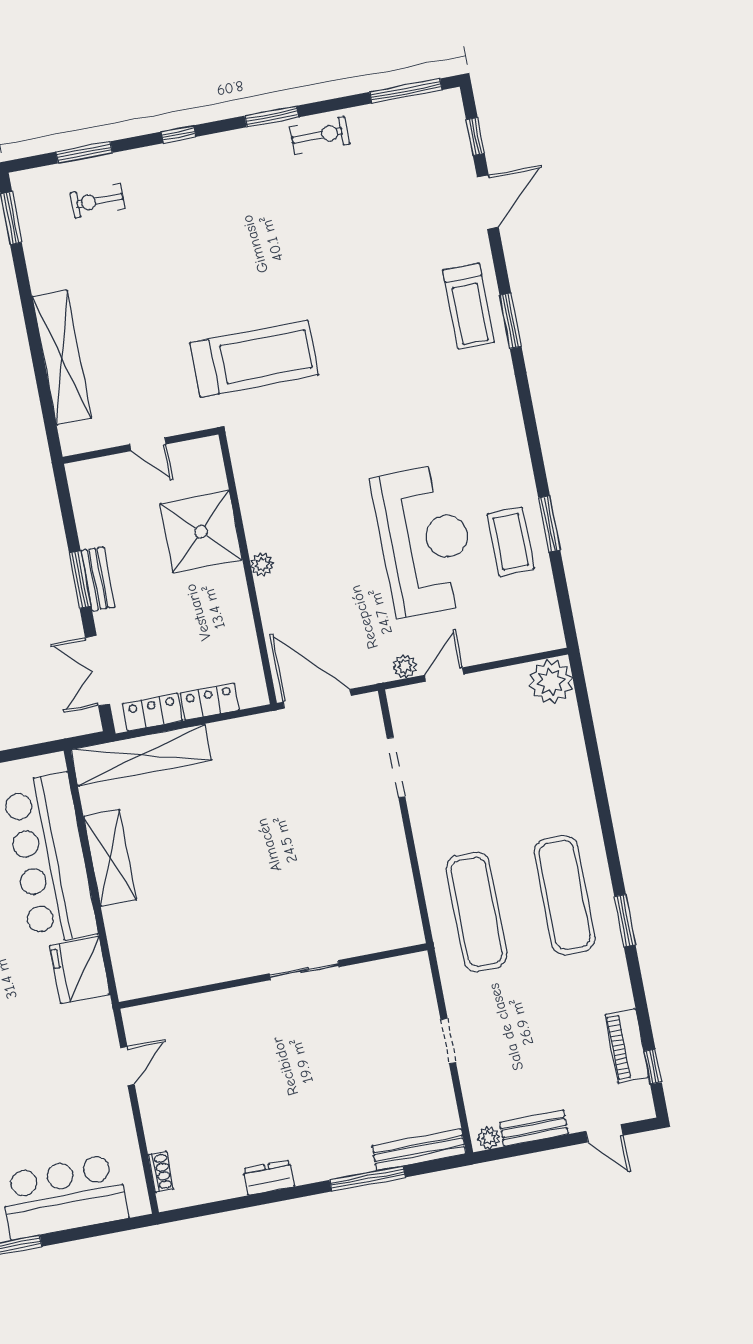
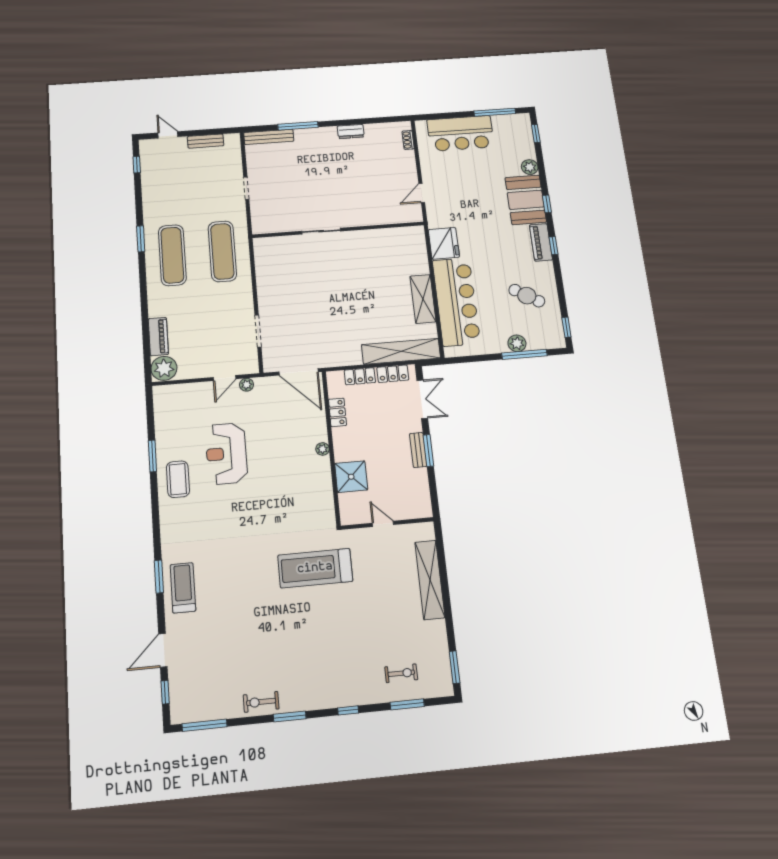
shower: (201, 532) -> (351, 477), width x0.73, depth x0.73
reception desk: (425, 540) -> (226, 453), width x0.74, depth x0.77
coffee table: (511, 542) -> (178, 479), moved
locker: (243, 632) -> (337, 412), added
piano: (627, 1046) -> (158, 337), moved
plant: (489, 1138) -> (231, 139), removed

